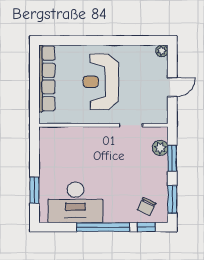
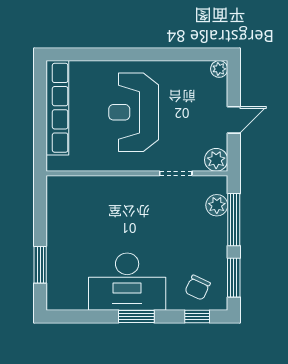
plant: (160, 116) -> (216, 160), added
window: (172, 158) -> (234, 220), width x1.44
desk: (75, 202) -> (127, 282), moved
window: (103, 227) -> (136, 317), width x0.47

